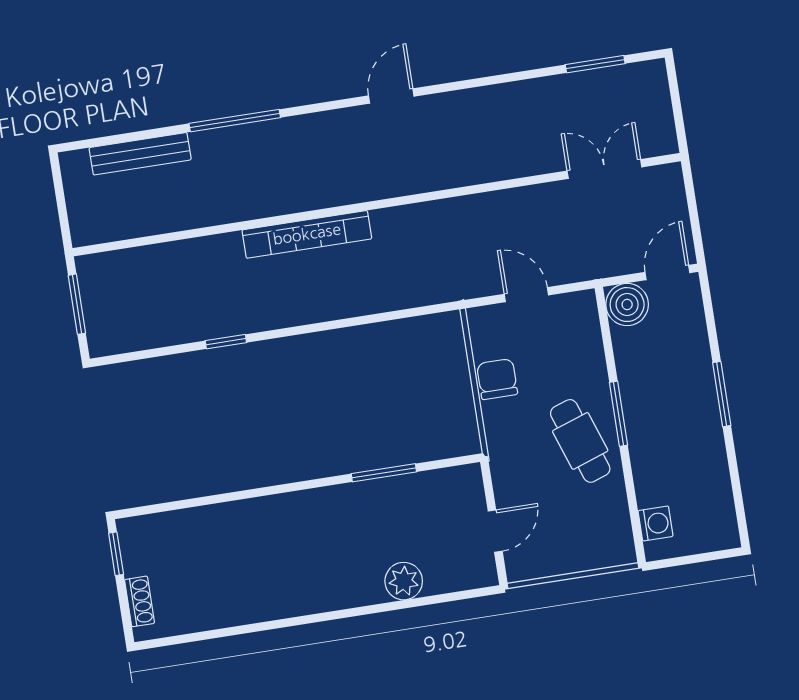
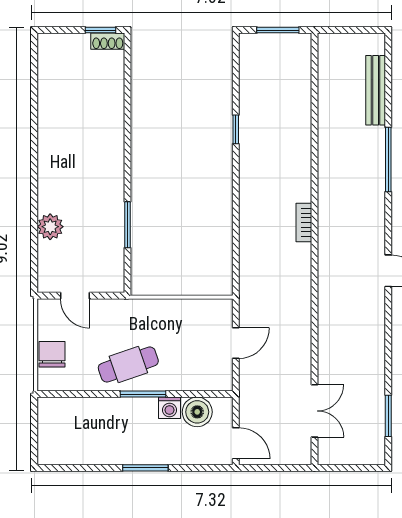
bookcase: (307, 234) -> (304, 222), width x0.43, depth x0.76
boiler: (627, 305) -> (197, 412), moved
chair: (497, 379) -> (52, 354), moved, turned -90
washing machine: (656, 523) -> (169, 408), moved
shoe rack: (140, 601) -> (108, 41), moved

